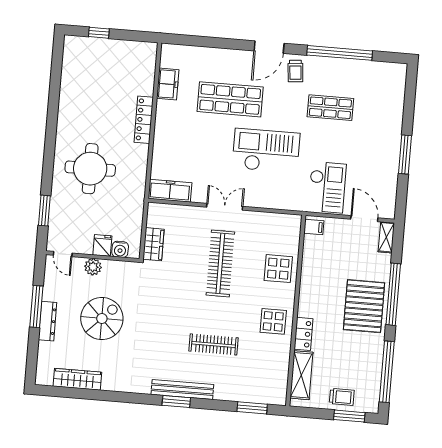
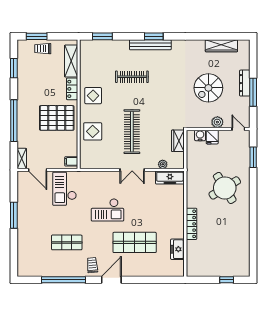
checkout: (266, 151) -> (107, 210), width x0.73, depth x0.83
round table: (90, 169) -> (225, 188), turned -31
plant: (179, 211) -> (163, 164), added
pallet: (364, 306) -> (57, 118), moved, turned 90
window: (387, 372) -> (14, 68), width x0.47

